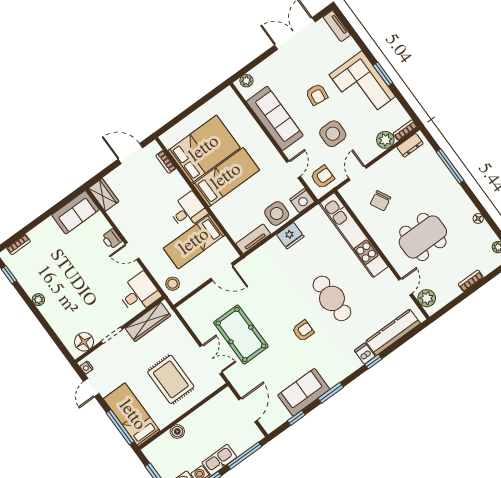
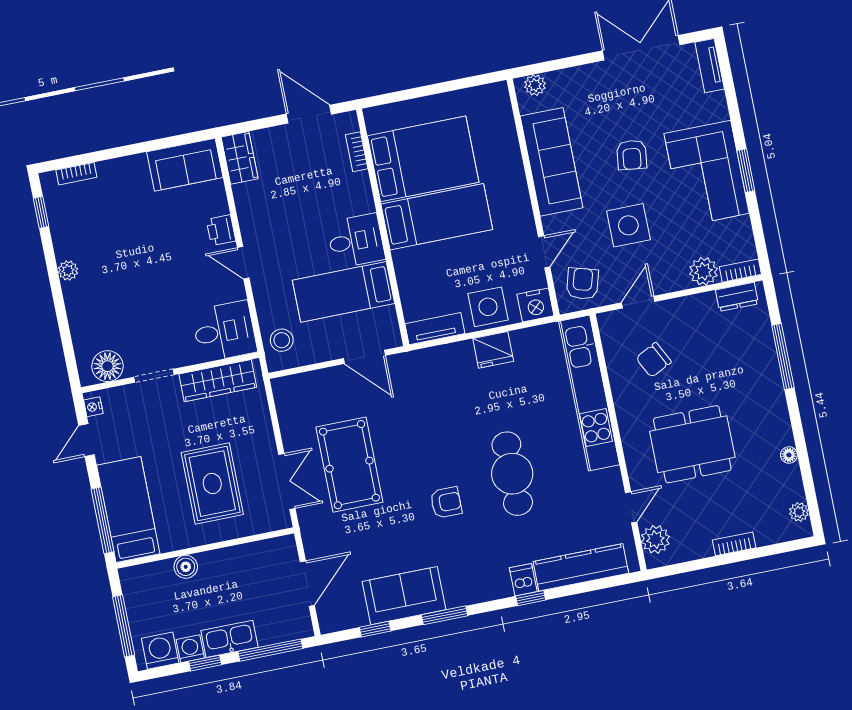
armchair: (322, 177) -> (582, 284), turned -74

